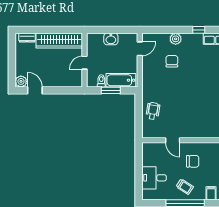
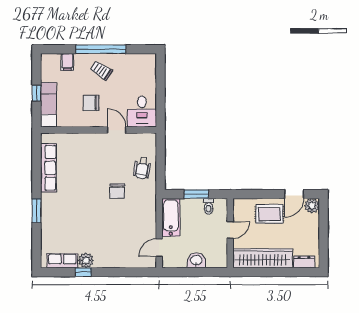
plant: (176, 39) -> (86, 260), moved
chair: (172, 61) -> (117, 191), moved
rug: (54, 75) -> (269, 214), added
bathtub: (121, 80) -> (171, 217), moved, turned -90
door: (35, 90) -> (294, 194), hinge flipped
desk: (154, 178) -> (142, 112), moved, turned 90

